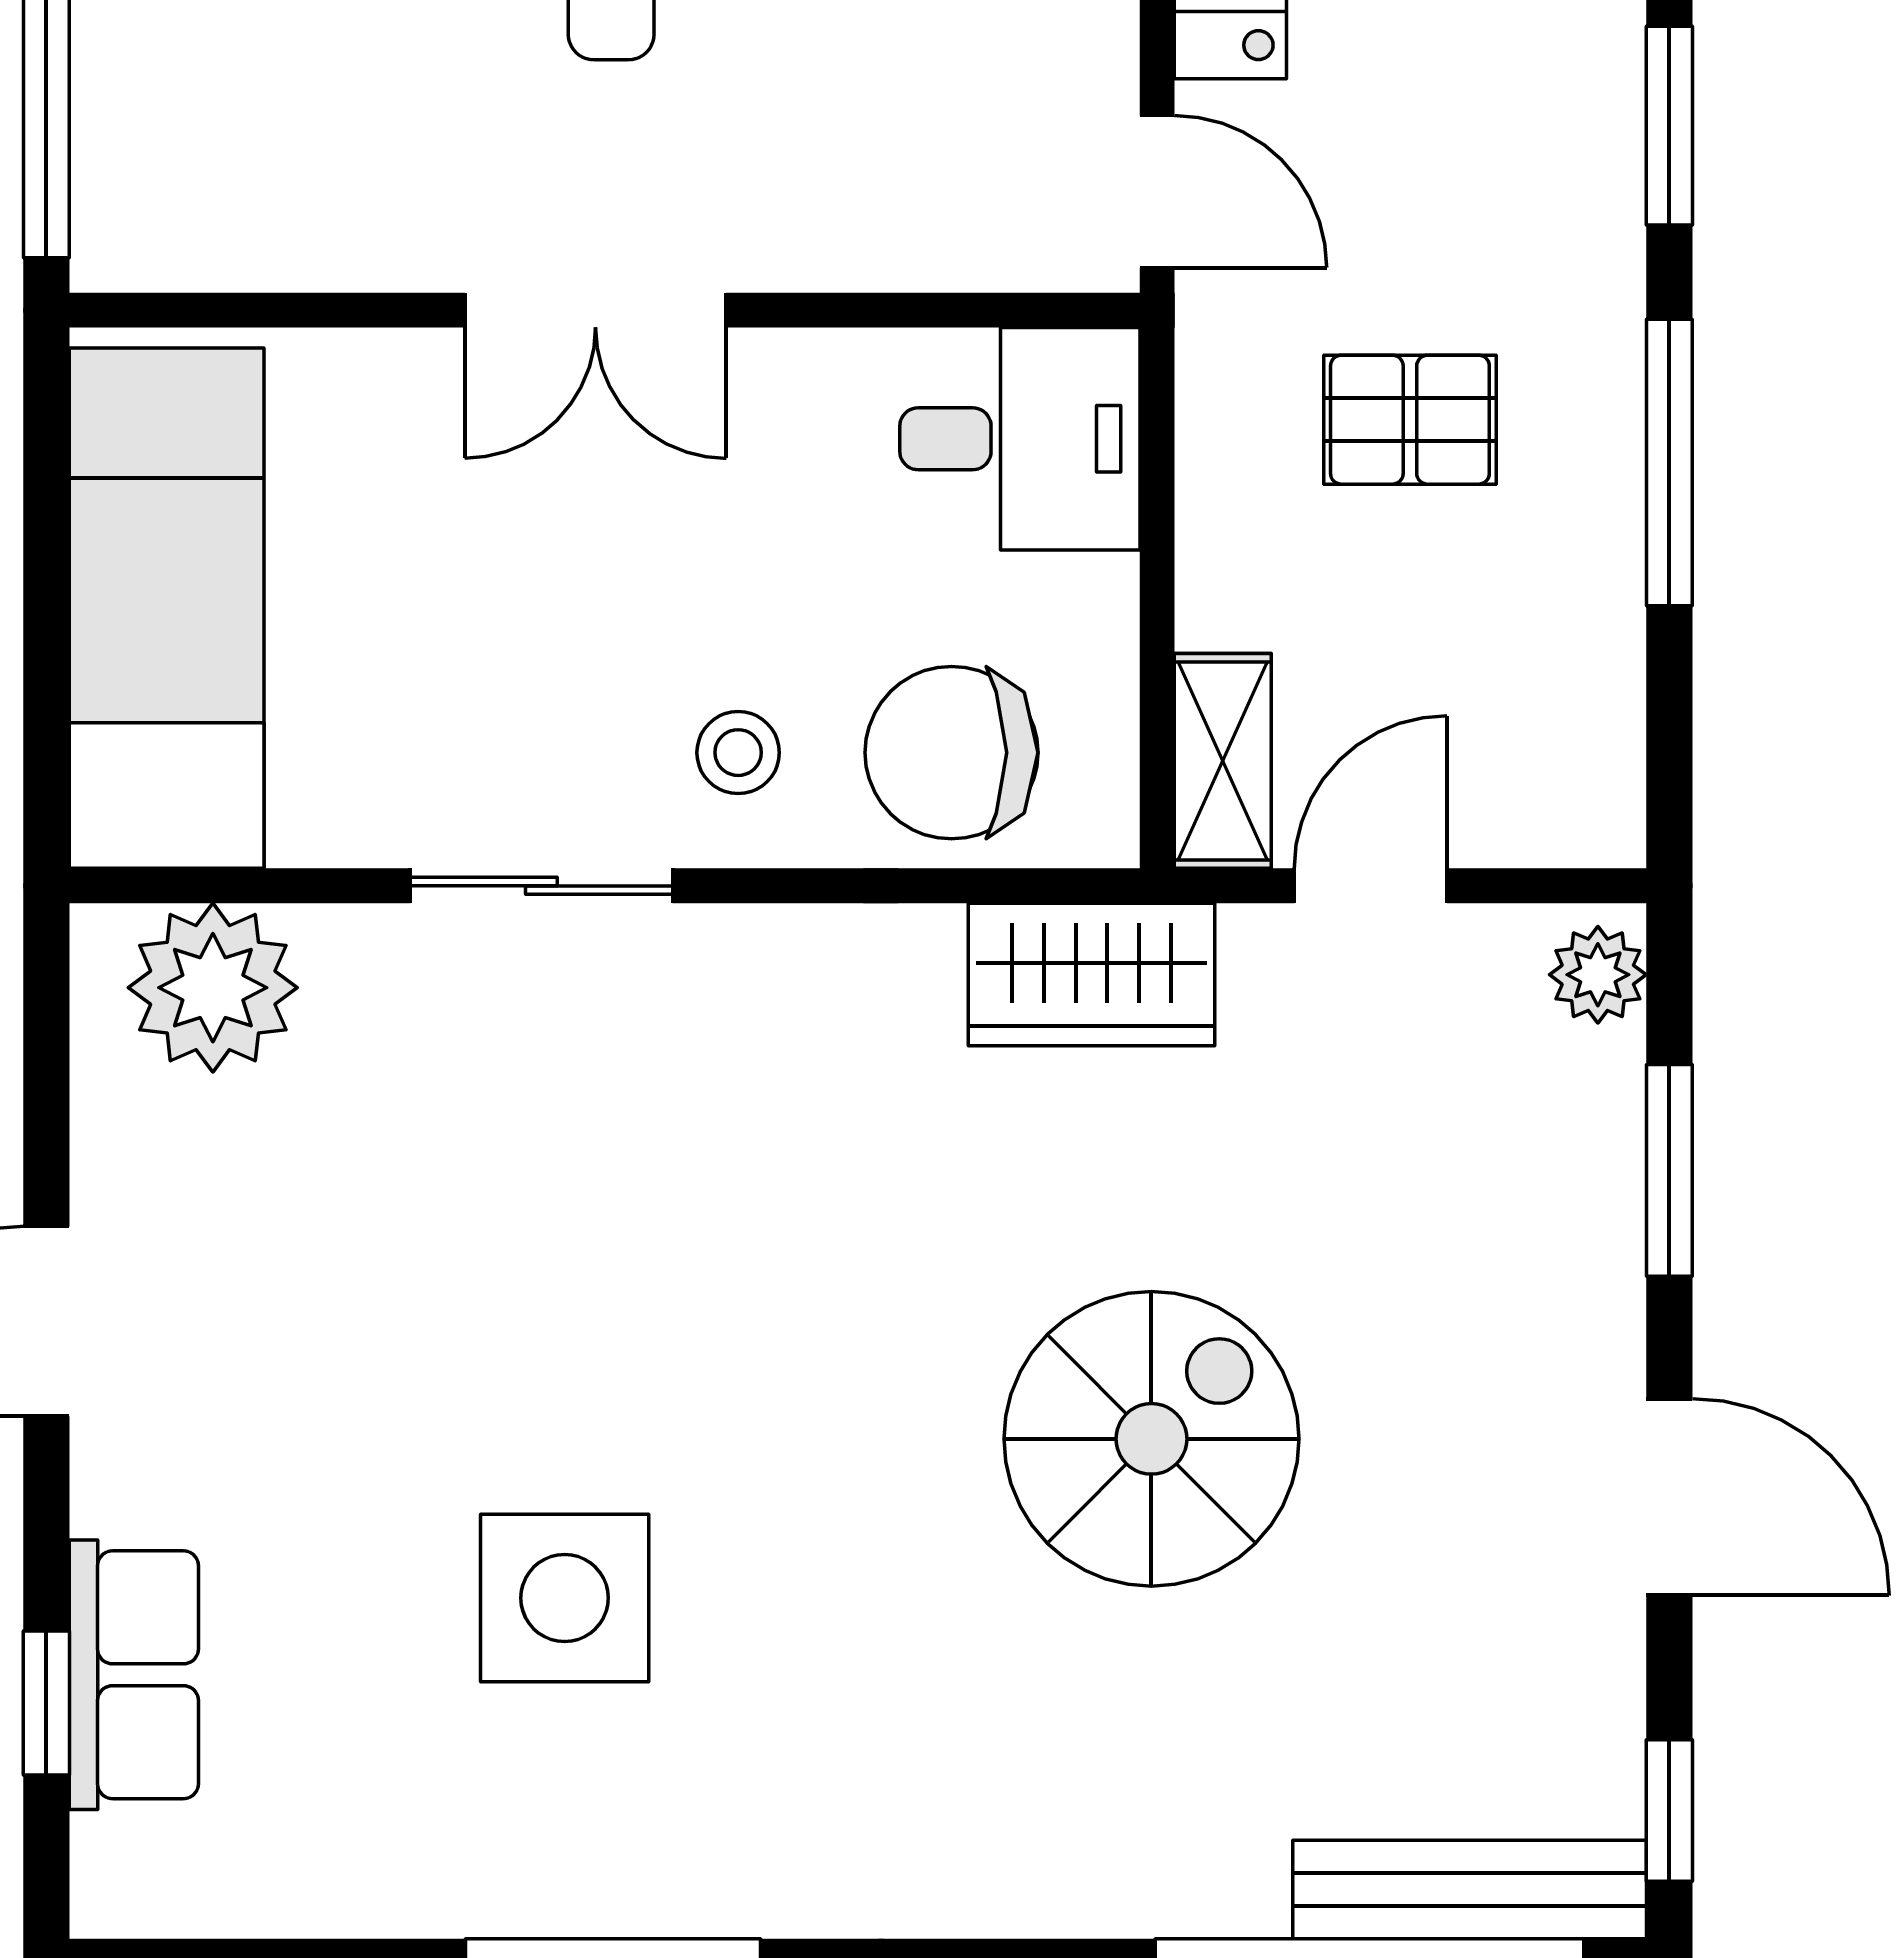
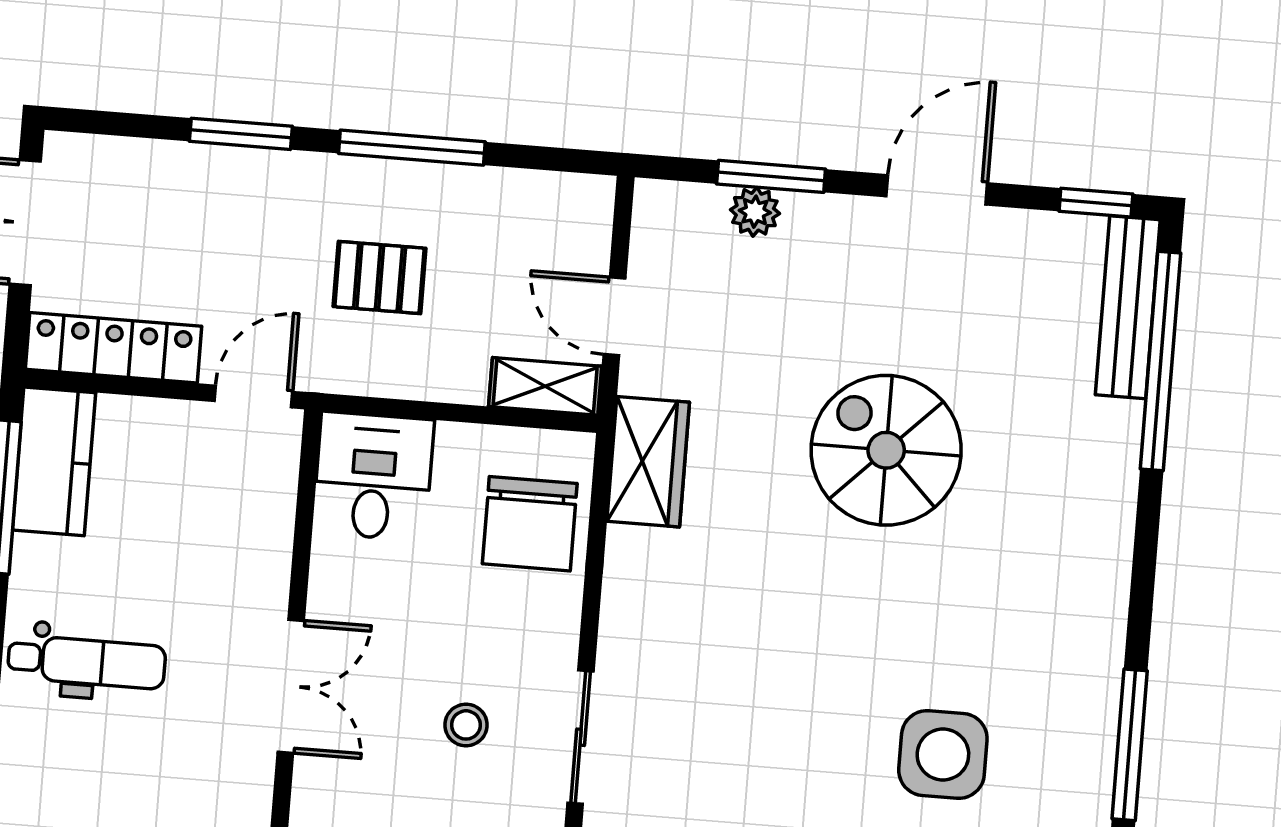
pallet: (1410, 420) -> (380, 277), turned 90
stool: (738, 753) -> (466, 725), moved
plant: (1598, 975) -> (755, 212), moved

